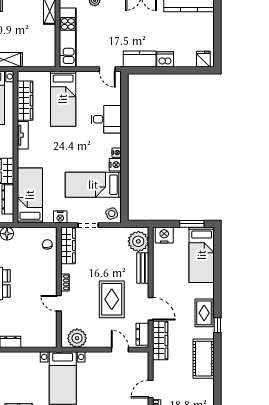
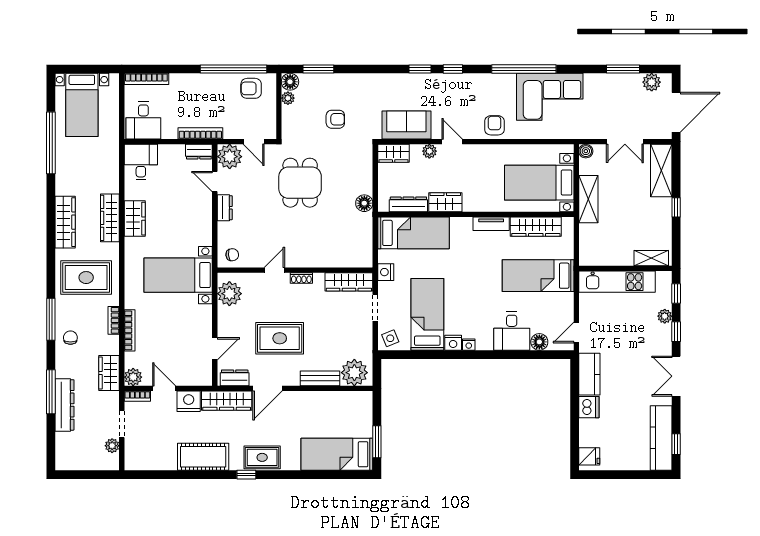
floor lamp: (115, 98) -> (539, 342), added
nightstand: (164, 235) -> (189, 401), moved, turned -90
chair: (47, 244) -> (232, 255), moved

